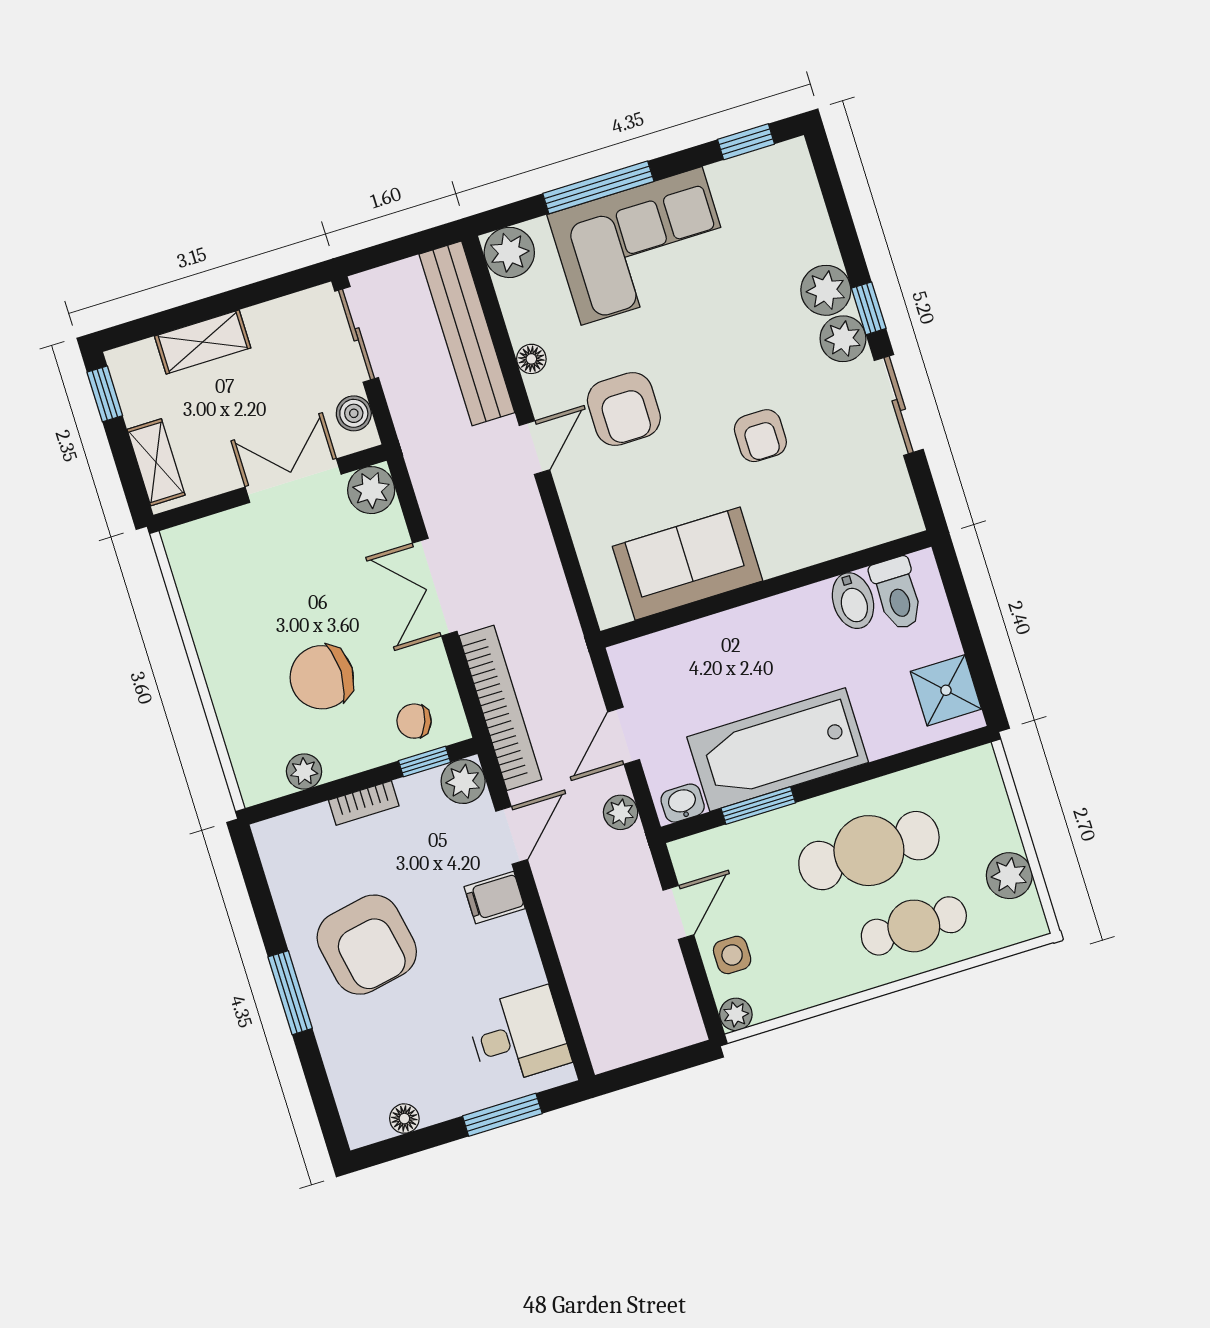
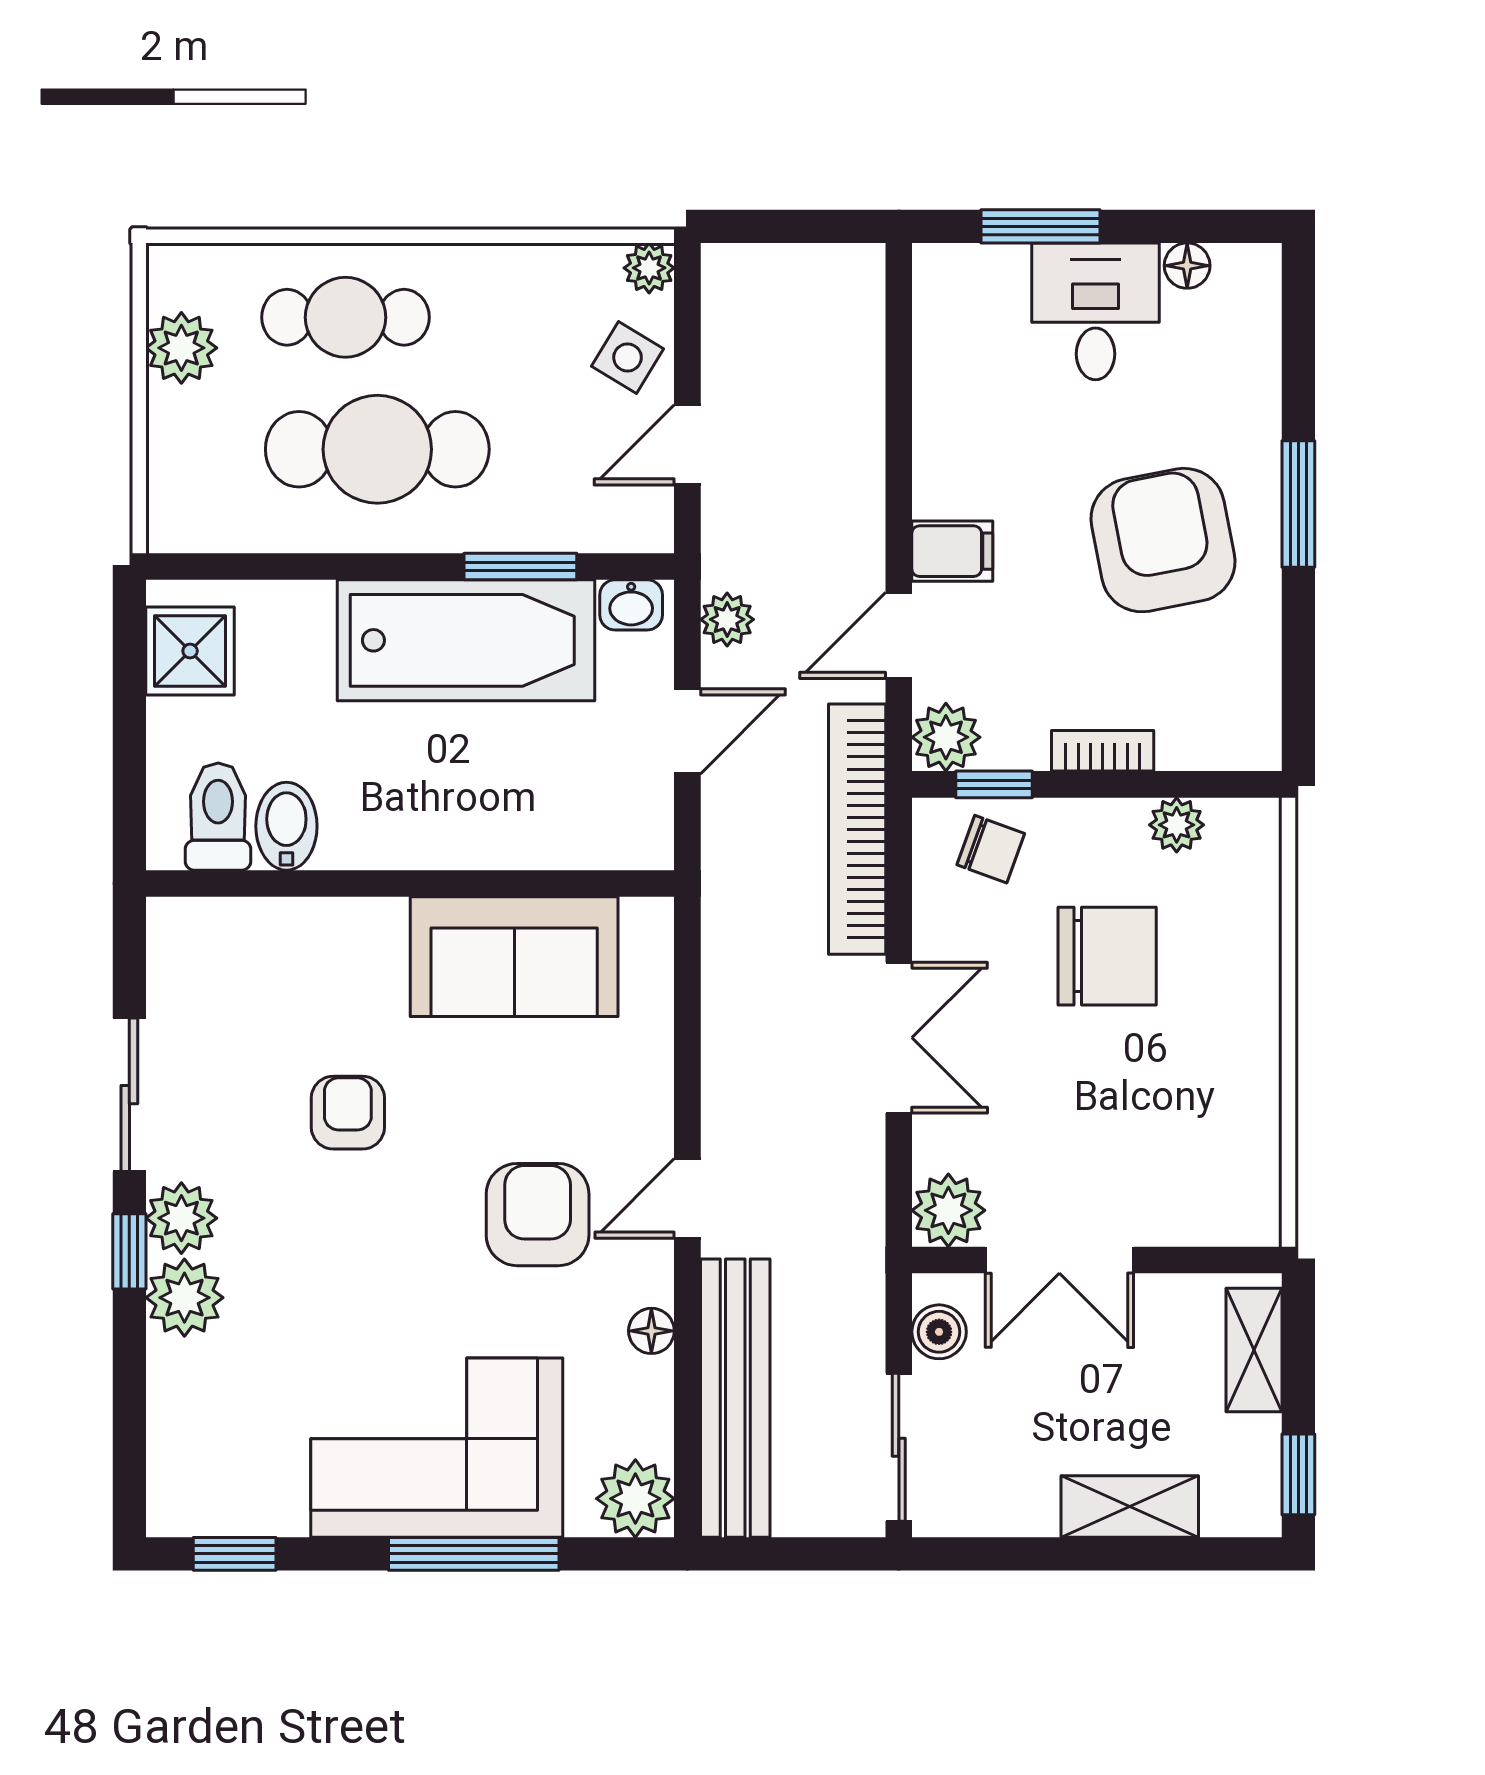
side table: (732, 955) -> (628, 358), turned 31
desk: (519, 1036) -> (1096, 311), moved, turned 90

